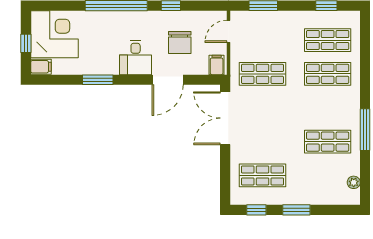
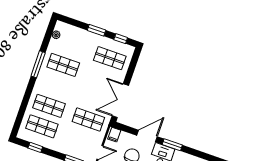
window: (98, 80) -> (172, 145), moved
double door: (225, 118) -> (120, 101), swing flipped

